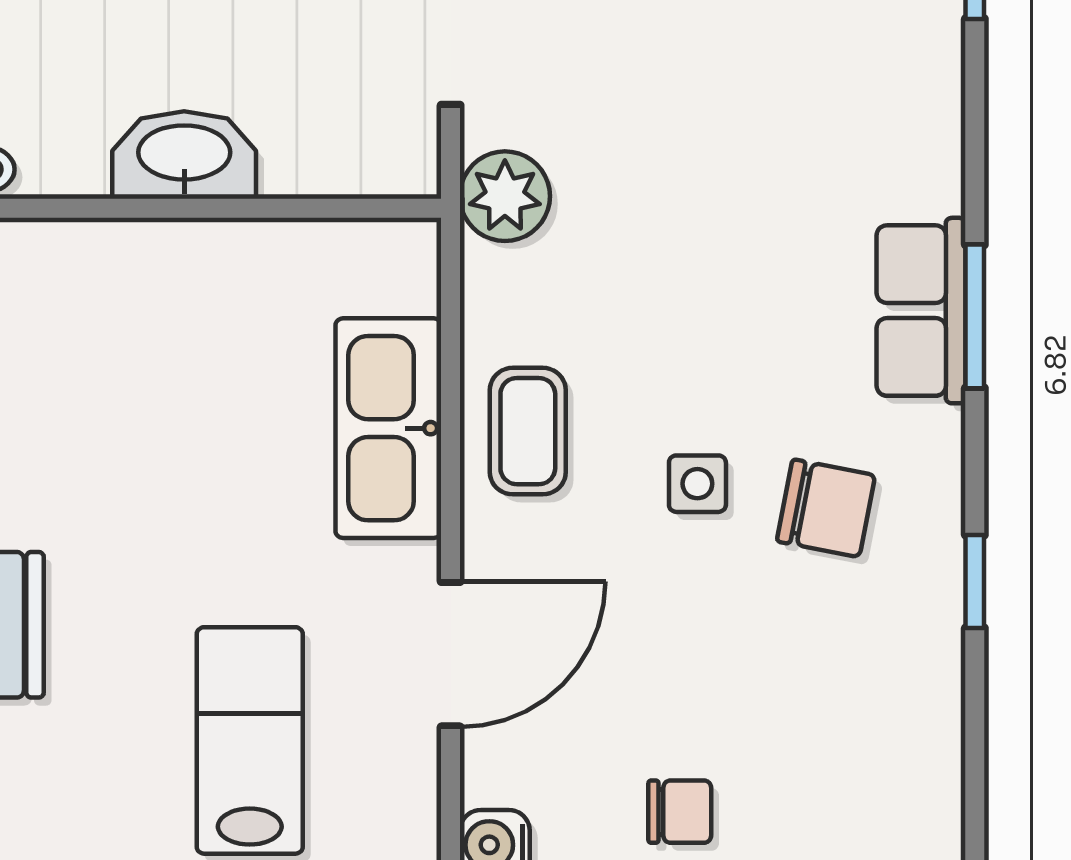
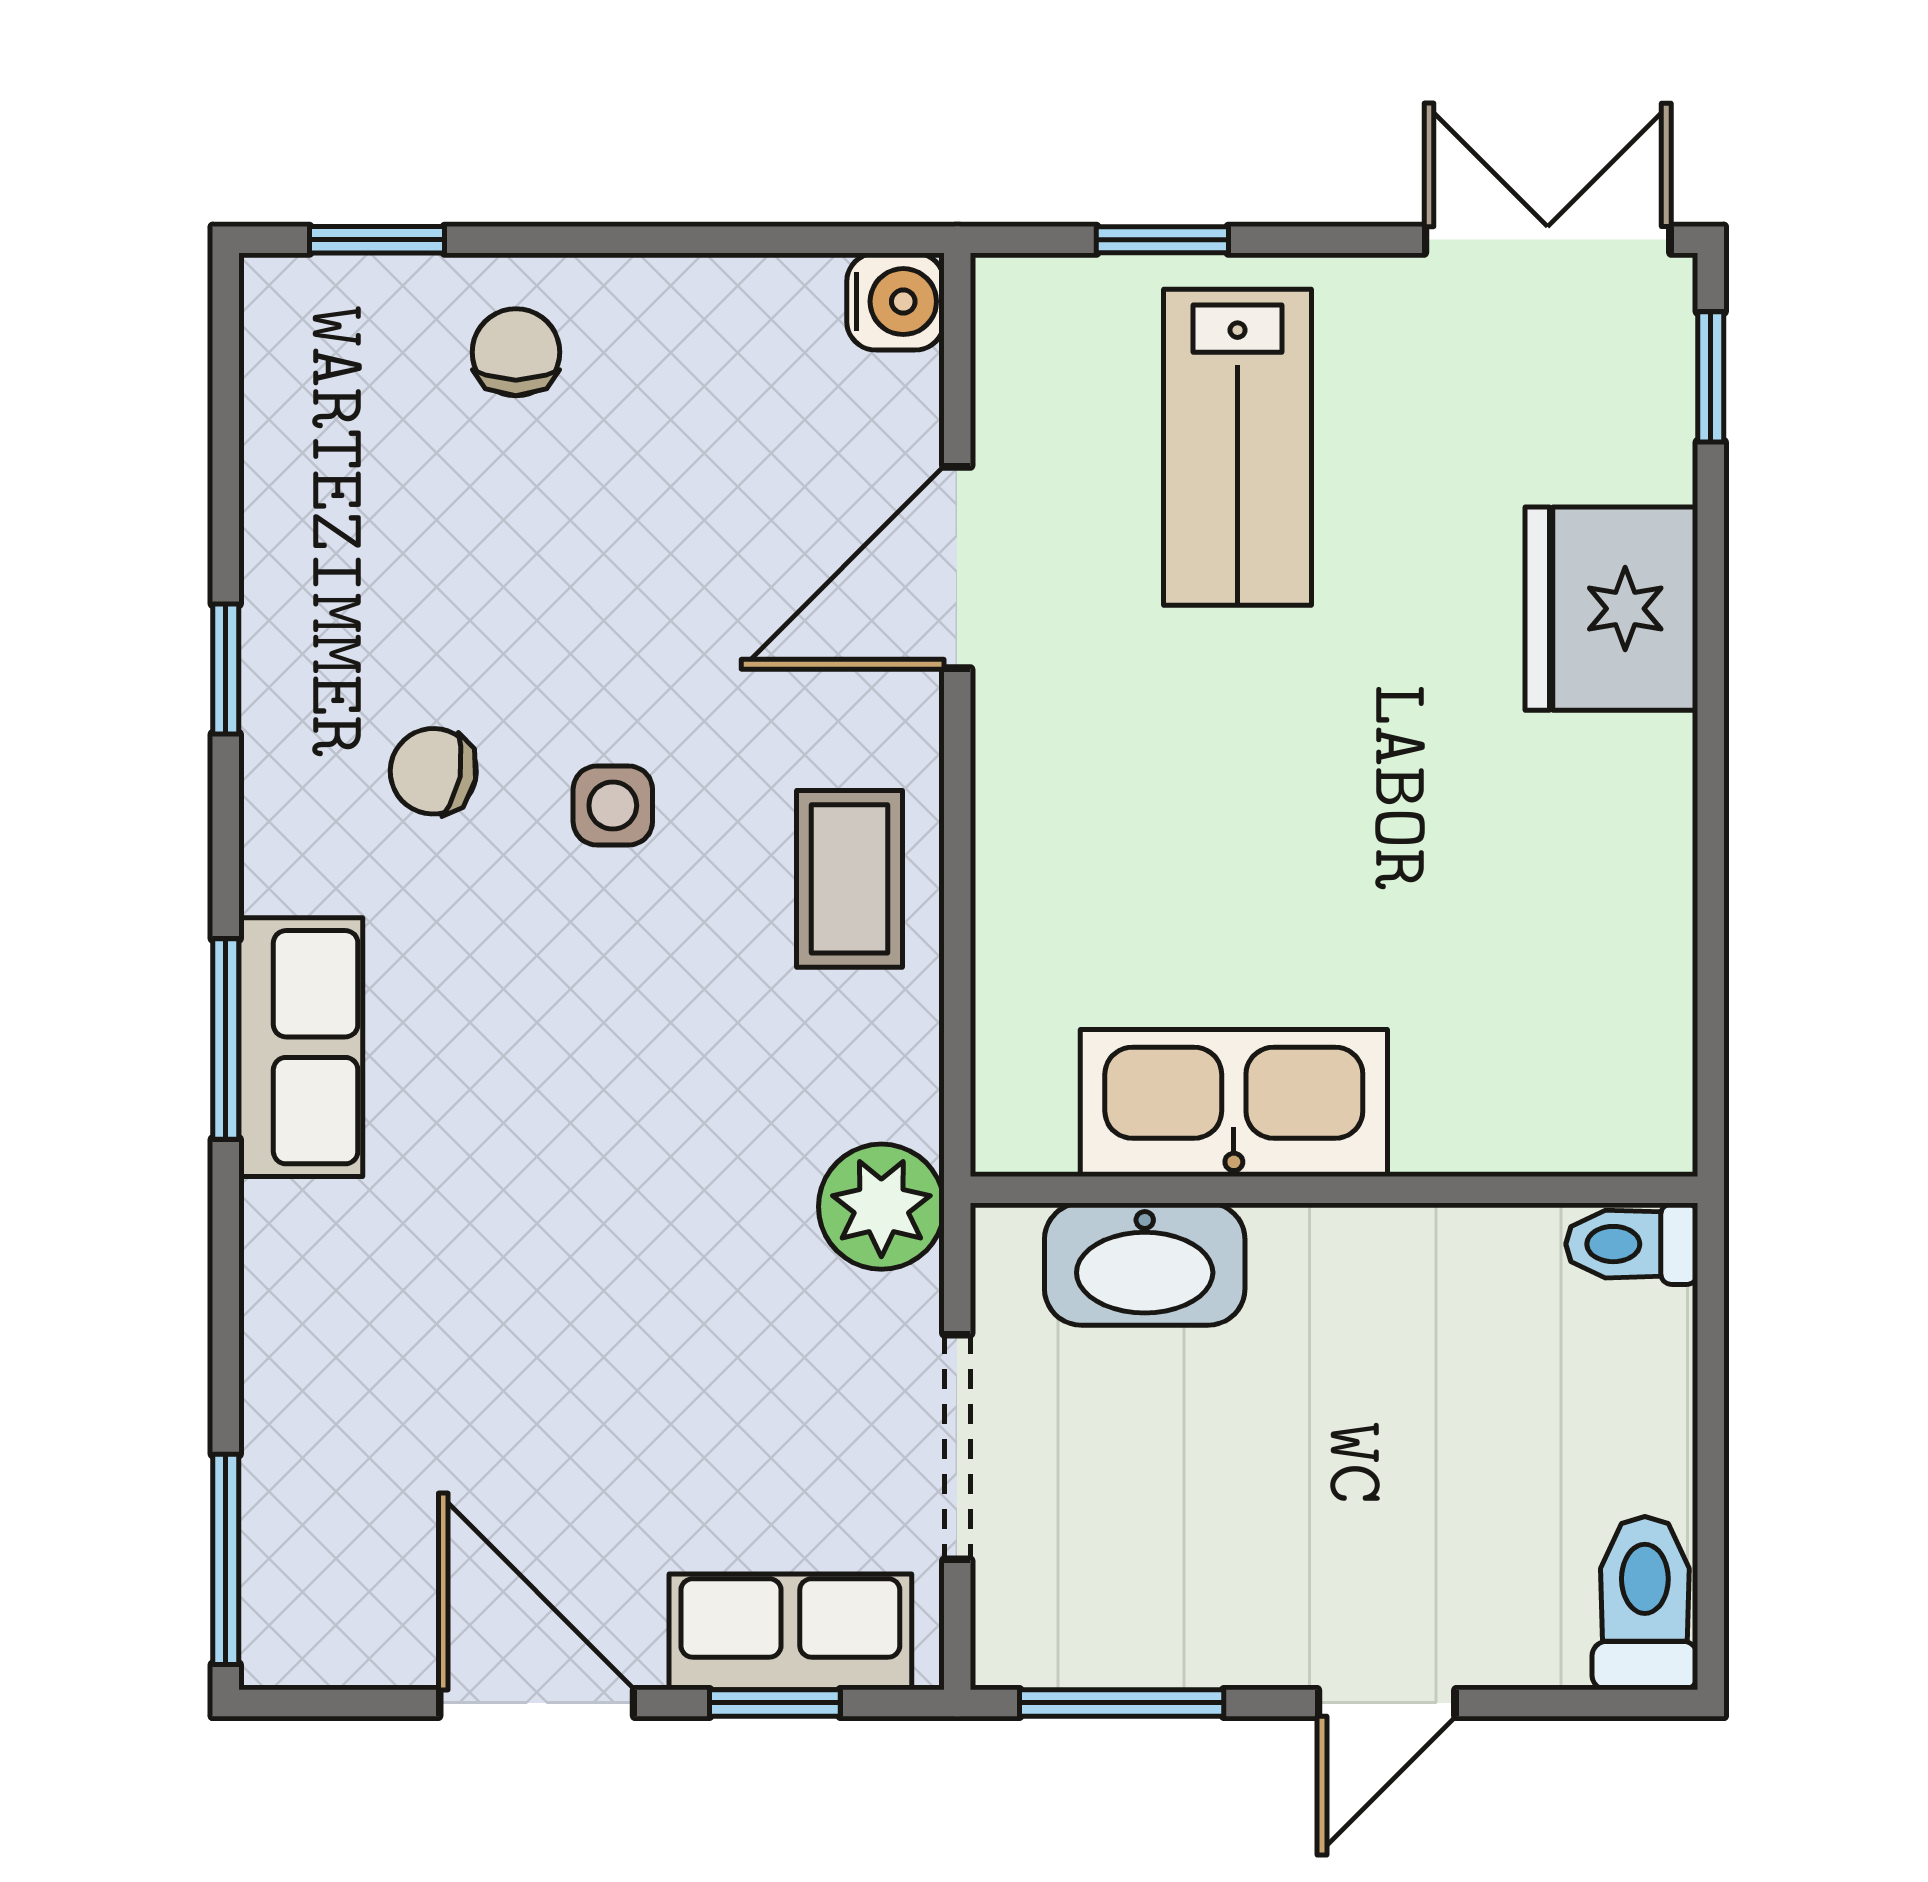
washbasin: (184, 155) -> (1145, 1264), moved
kitchen sink: (388, 428) -> (1234, 1103), moved, turned -90
chair: (826, 508) -> (433, 771), width x0.73, depth x0.73
chair: (680, 812) -> (516, 352), moved, turned 90

